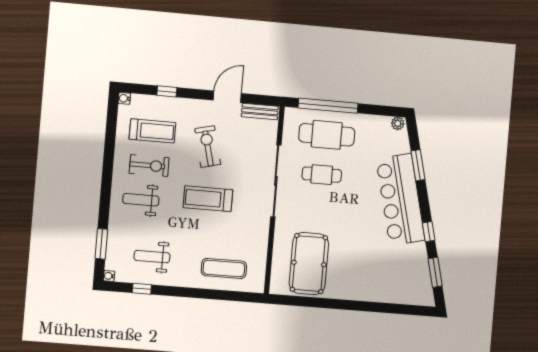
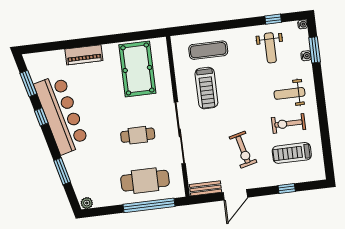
water cooler: (124, 98) -> (306, 56), moved
cafe table: (322, 175) -> (138, 135), moved
treadmill: (208, 199) -> (206, 88), moved, turned 90
weight bench: (141, 200) -> (289, 93), turned 180
bar counter: (400, 200) -> (61, 114), moved
weight bench: (152, 257) -> (270, 48), turned 90
piano: (366, 292) -> (84, 55), added

